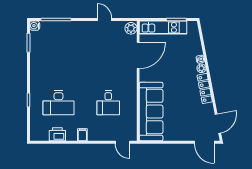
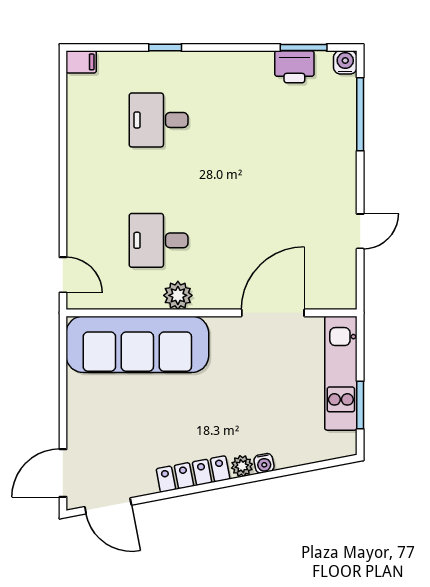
plant: (131, 28) -> (178, 295), moved
door: (138, 56) -> (273, 313), swing flipped
desk: (58, 103) -> (159, 120), width x0.73
printer: (57, 134) -> (294, 67), moved, turned 90
filing cabinet: (82, 135) -> (81, 62), moved
door: (122, 142) -> (63, 275), swing flipped

